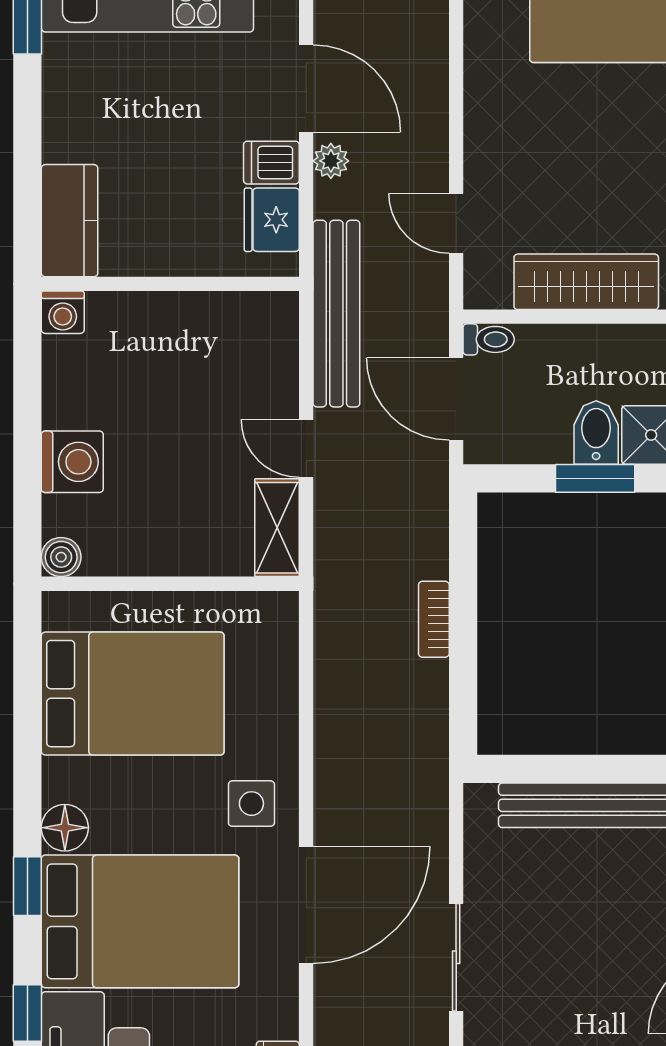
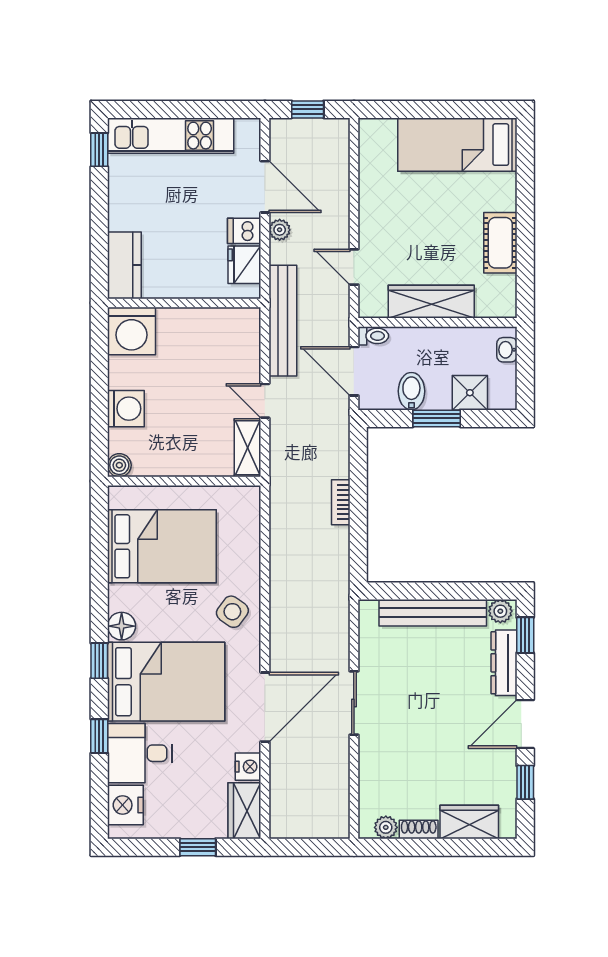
washing machine: (63, 312) -> (131, 331), width x1.89, depth x1.89
bidet: (596, 432) -> (411, 391), moved
side table: (251, 804) -> (232, 612), turned 36
door: (306, 905) -> (265, 707), moved

